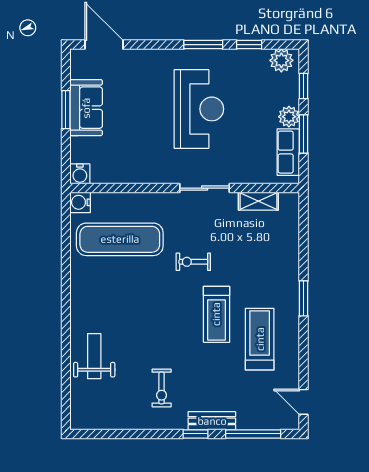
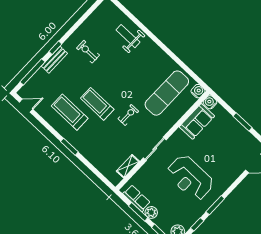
sofa: (86, 108) -> (197, 121), moved, turned -90
treadmill: (260, 339) -> (70, 112), turned 180
weight bench: (94, 356) -> (128, 36), turned 180

